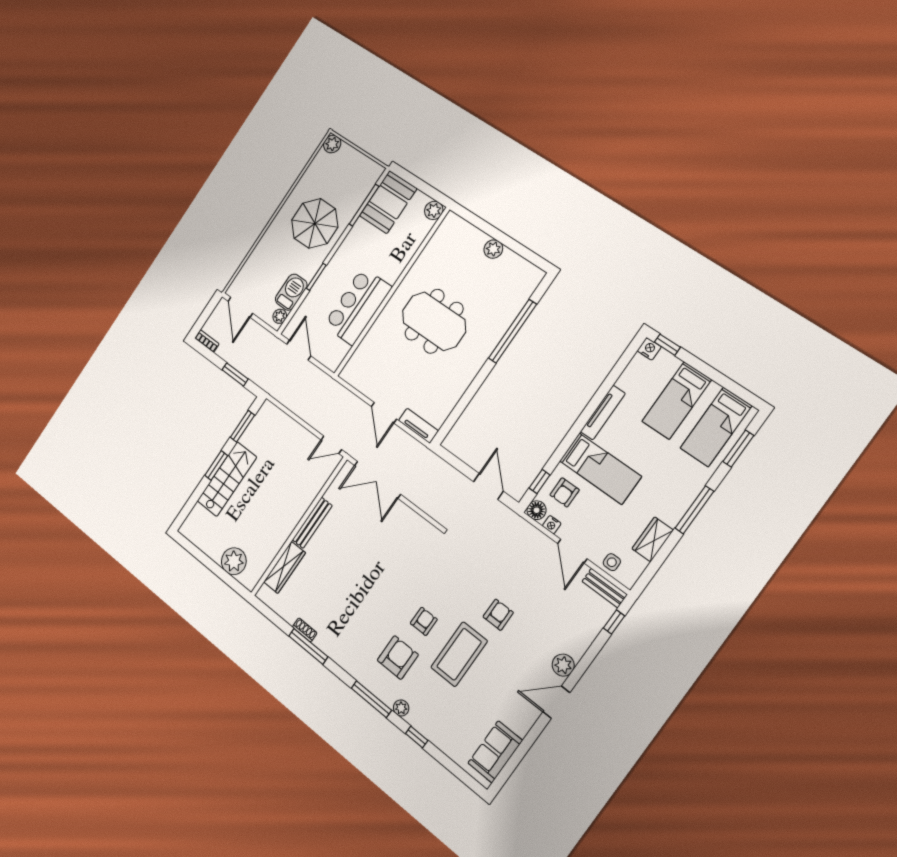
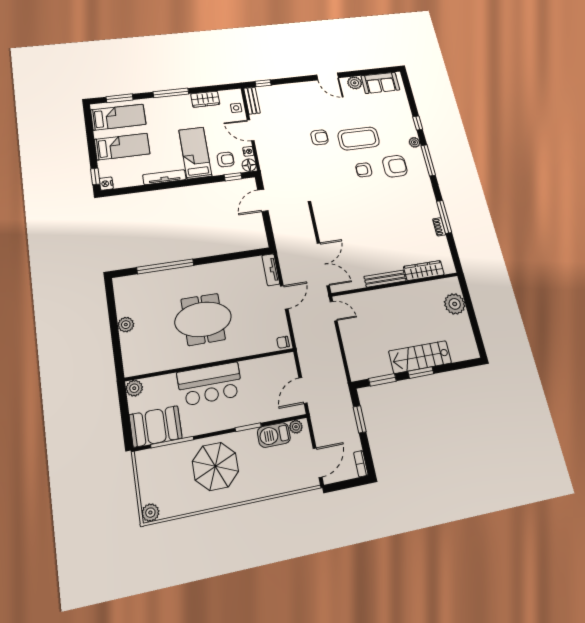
bar counter: (358, 306) -> (210, 384), moved
meeting table: (434, 321) -> (203, 319), turned 90
chair: (350, 372) -> (283, 342), added
door: (572, 551) -> (251, 130), swing flipped
armchair: (498, 615) -> (319, 137), turned 180
armchair: (398, 657) -> (395, 166), turned 180
plant: (563, 665) -> (355, 83), moved

